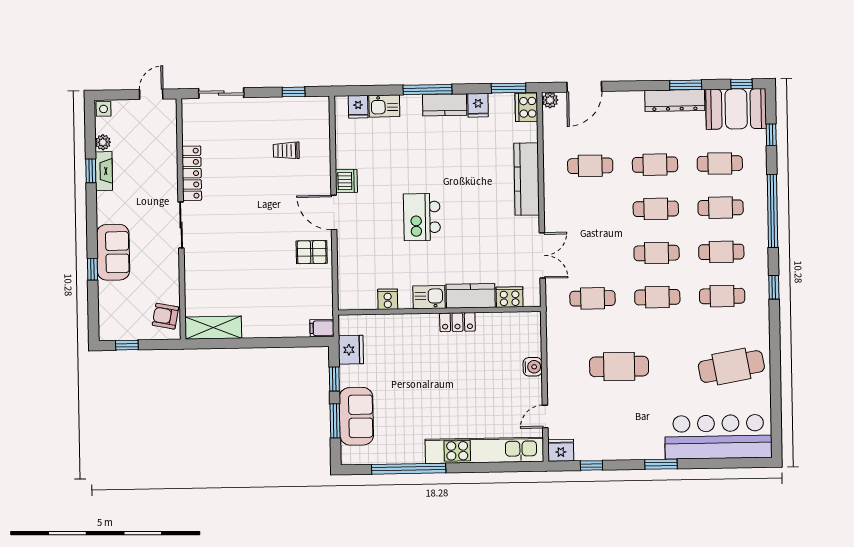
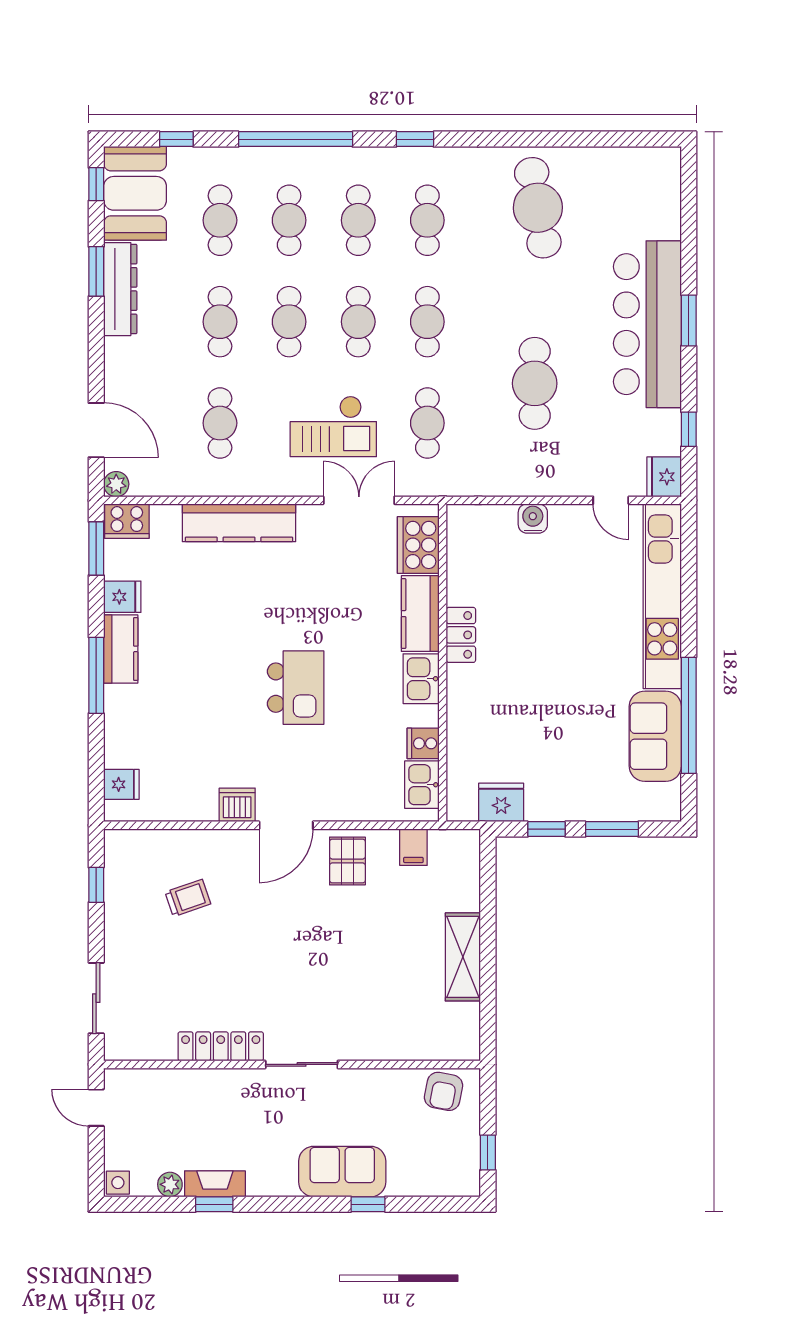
kitchen sink: (384, 106) -> (422, 785), moved, turned 180
trolley: (286, 150) -> (188, 898), turned -109
kitchen island: (422, 217) -> (296, 688), turned -90
checkout: (589, 238) -> (333, 426), added
cooker: (510, 297) -> (418, 545), width x1.37, depth x1.31
shelving: (213, 328) -> (463, 957), moved
filing cabinet: (322, 328) -> (413, 847), moved
sofa: (356, 416) -> (655, 736), moved, turned -90
bar counter: (718, 437) -> (647, 324), moved

